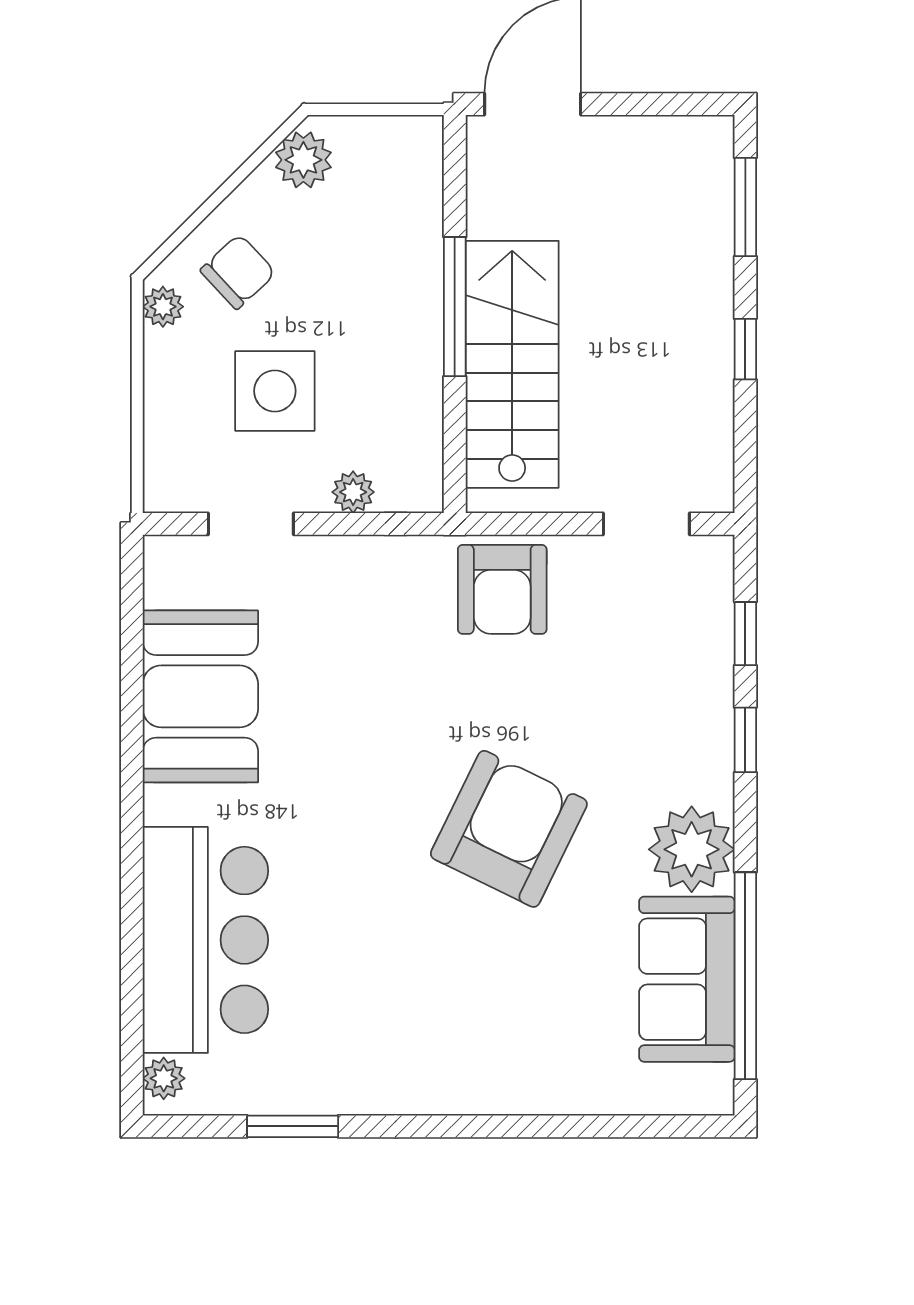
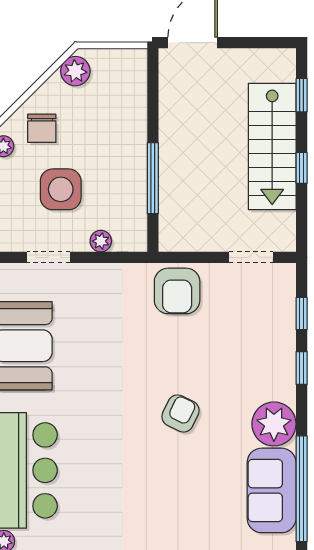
window: (745, 207) -> (302, 95), width x0.67
chair: (238, 272) -> (42, 128), turned 133
window: (455, 307) -> (153, 178), moved
stairs: (512, 364) -> (272, 146), moved, turned 180
armchair: (509, 829) -> (180, 414), width x0.53, depth x0.53

